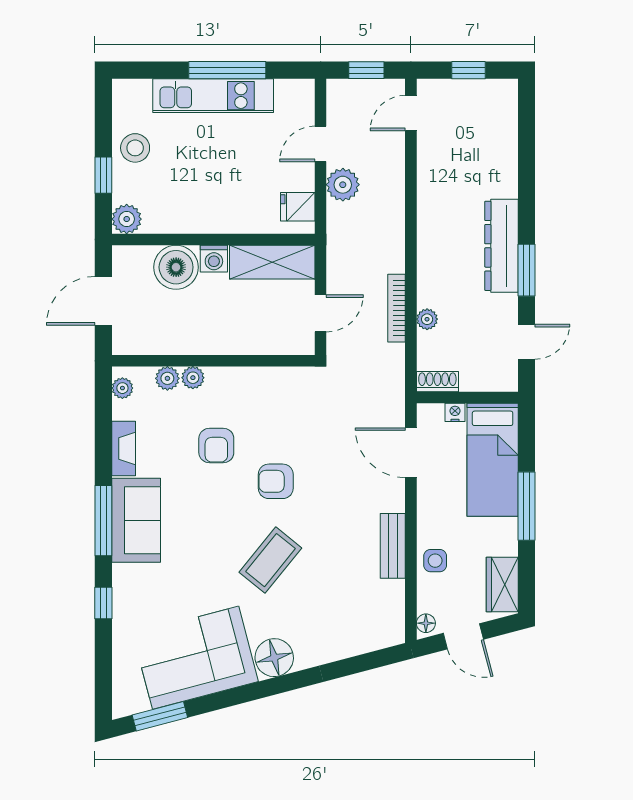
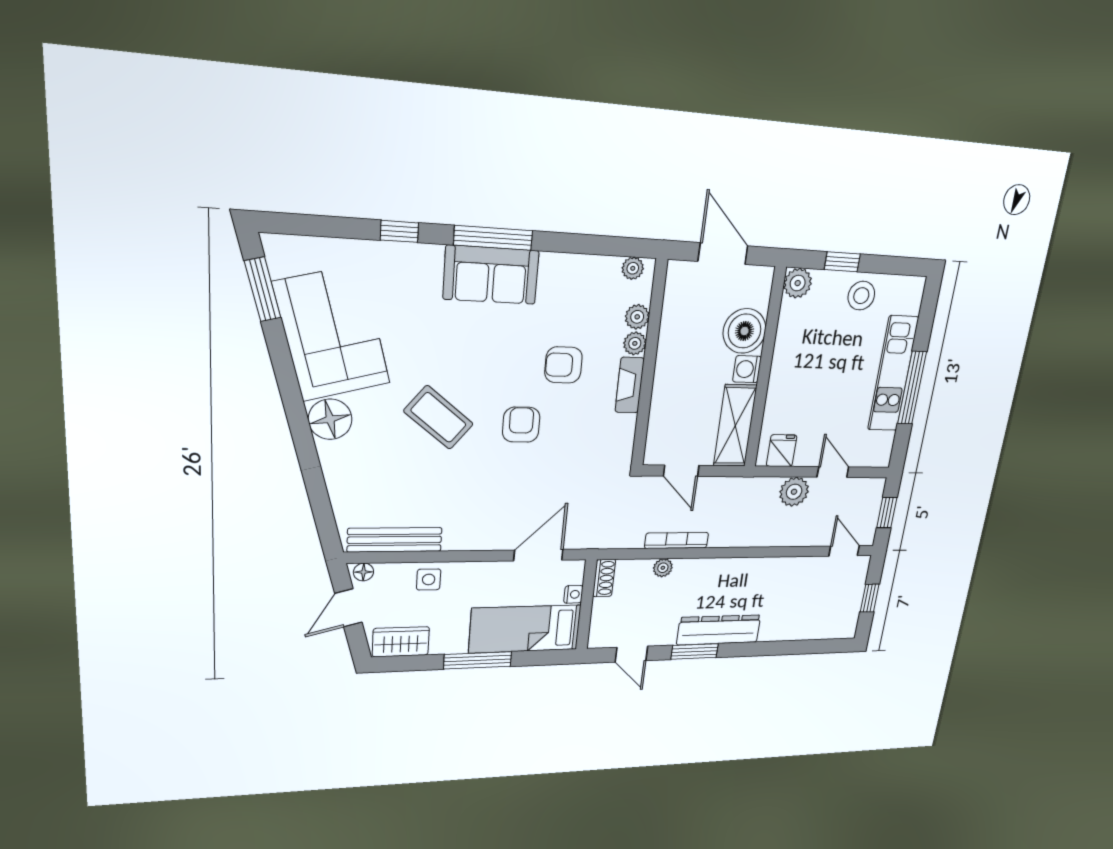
fireplace: (124, 449) -> (630, 385), moved, turned 90
bench: (393, 546) -> (395, 540), moved, width x1.36

